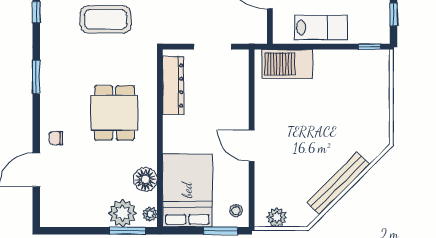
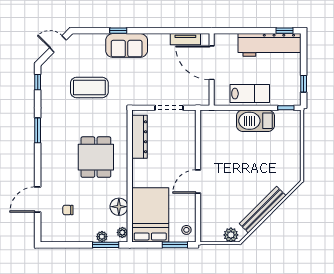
barbecue: (287, 64) -> (255, 121), moved
chair: (56, 138) -> (68, 210), moved
door: (252, 146) -> (198, 182), hinge flipped
plant: (122, 213) -> (102, 237), width x0.53, depth x0.53
plant: (277, 217) -> (231, 235), moved

